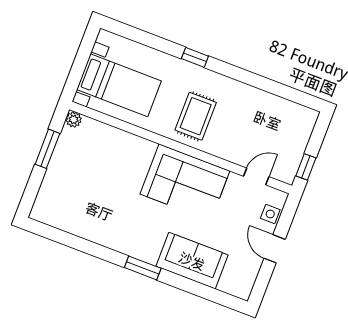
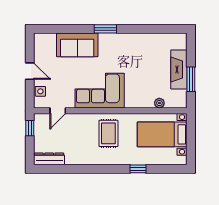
window: (195, 57) -> (138, 169), moved
dresser: (295, 112) -> (49, 159), added
plant: (74, 119) -> (159, 103), moved
fireplace: (59, 169) -> (179, 69), added

